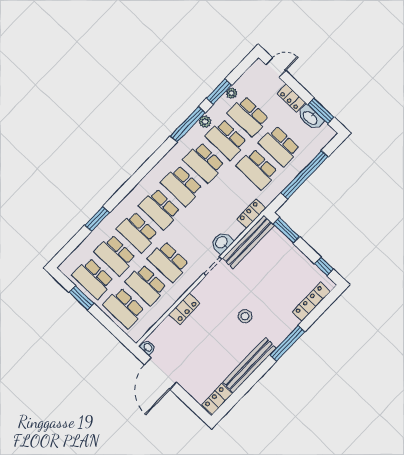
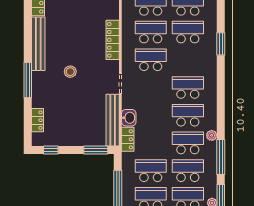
plant: (205, 122) -> (212, 135), moved
school desk: (137, 232) -> (188, 60), removed
washbasin: (222, 243) -> (129, 118), moved
locker: (311, 302) -> (38, 120), width x0.66
locker: (184, 309) -> (113, 40), width x1.53

